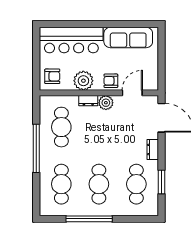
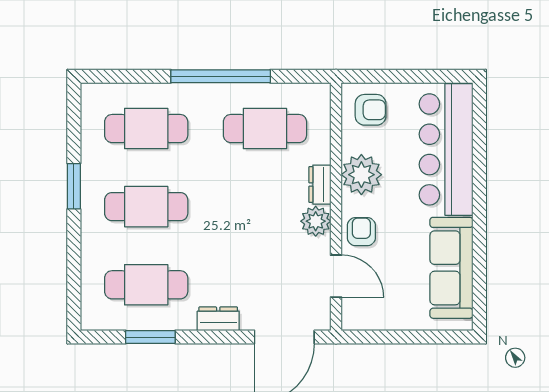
armchair: (52, 76) -> (371, 110), turned -90
window: (89, 219) -> (74, 186), width x0.47

